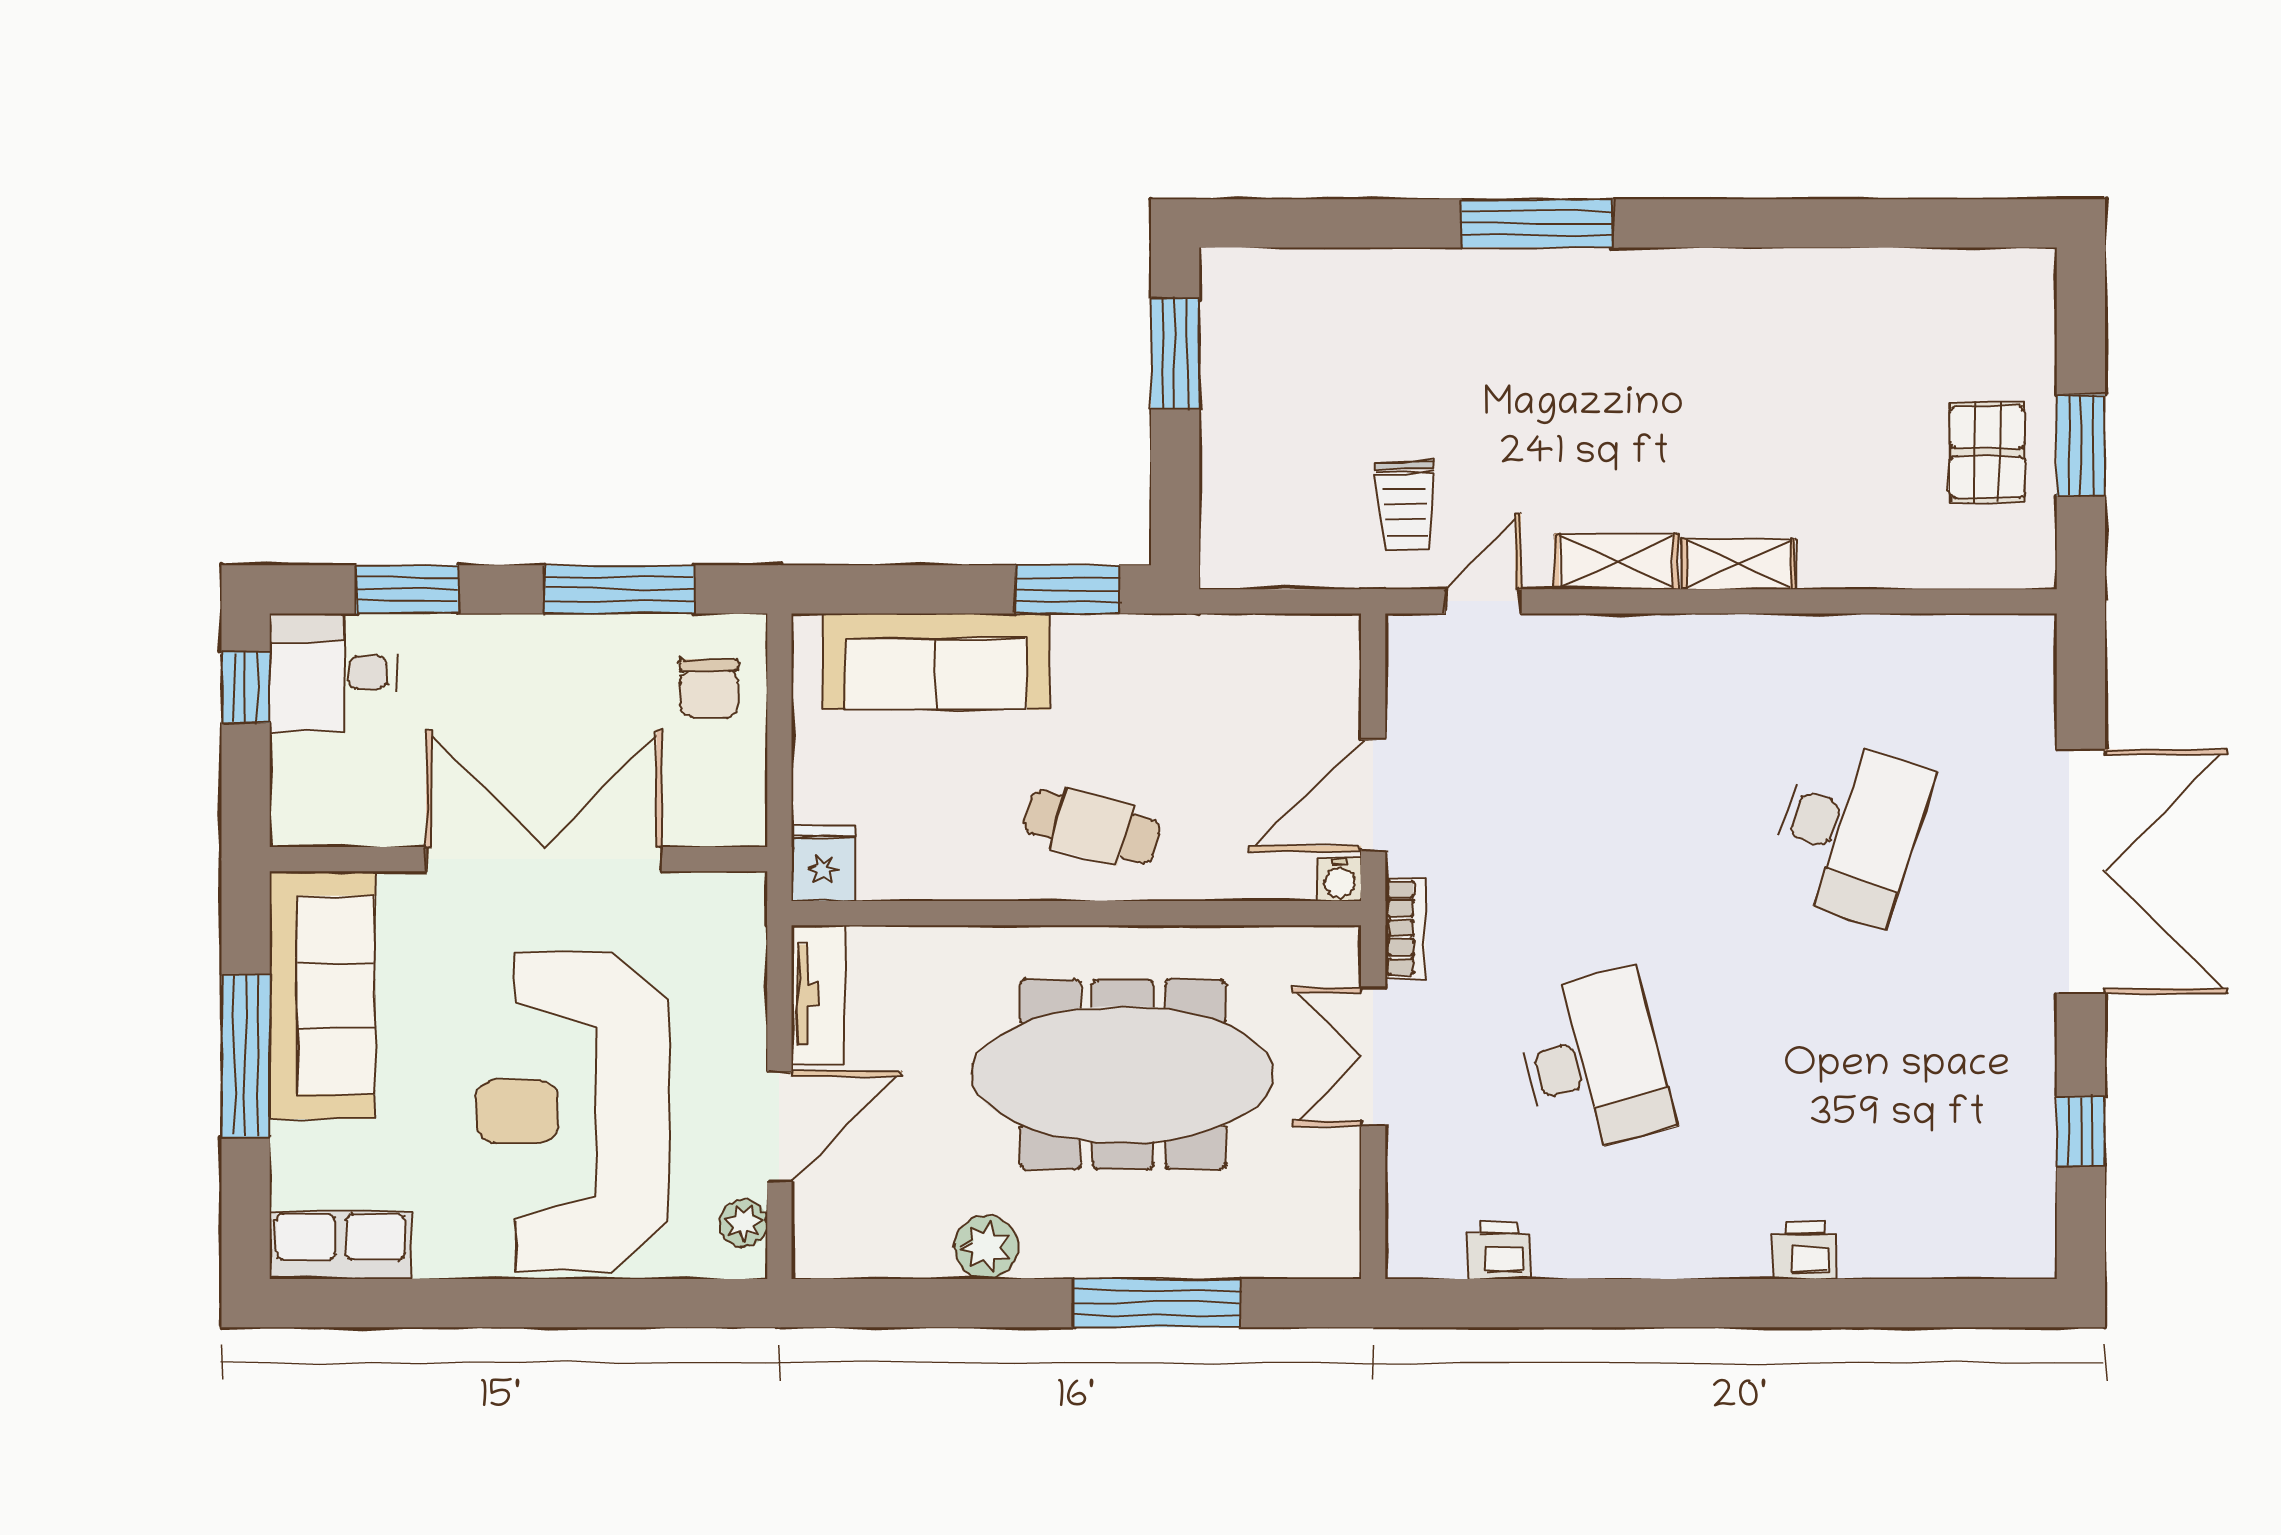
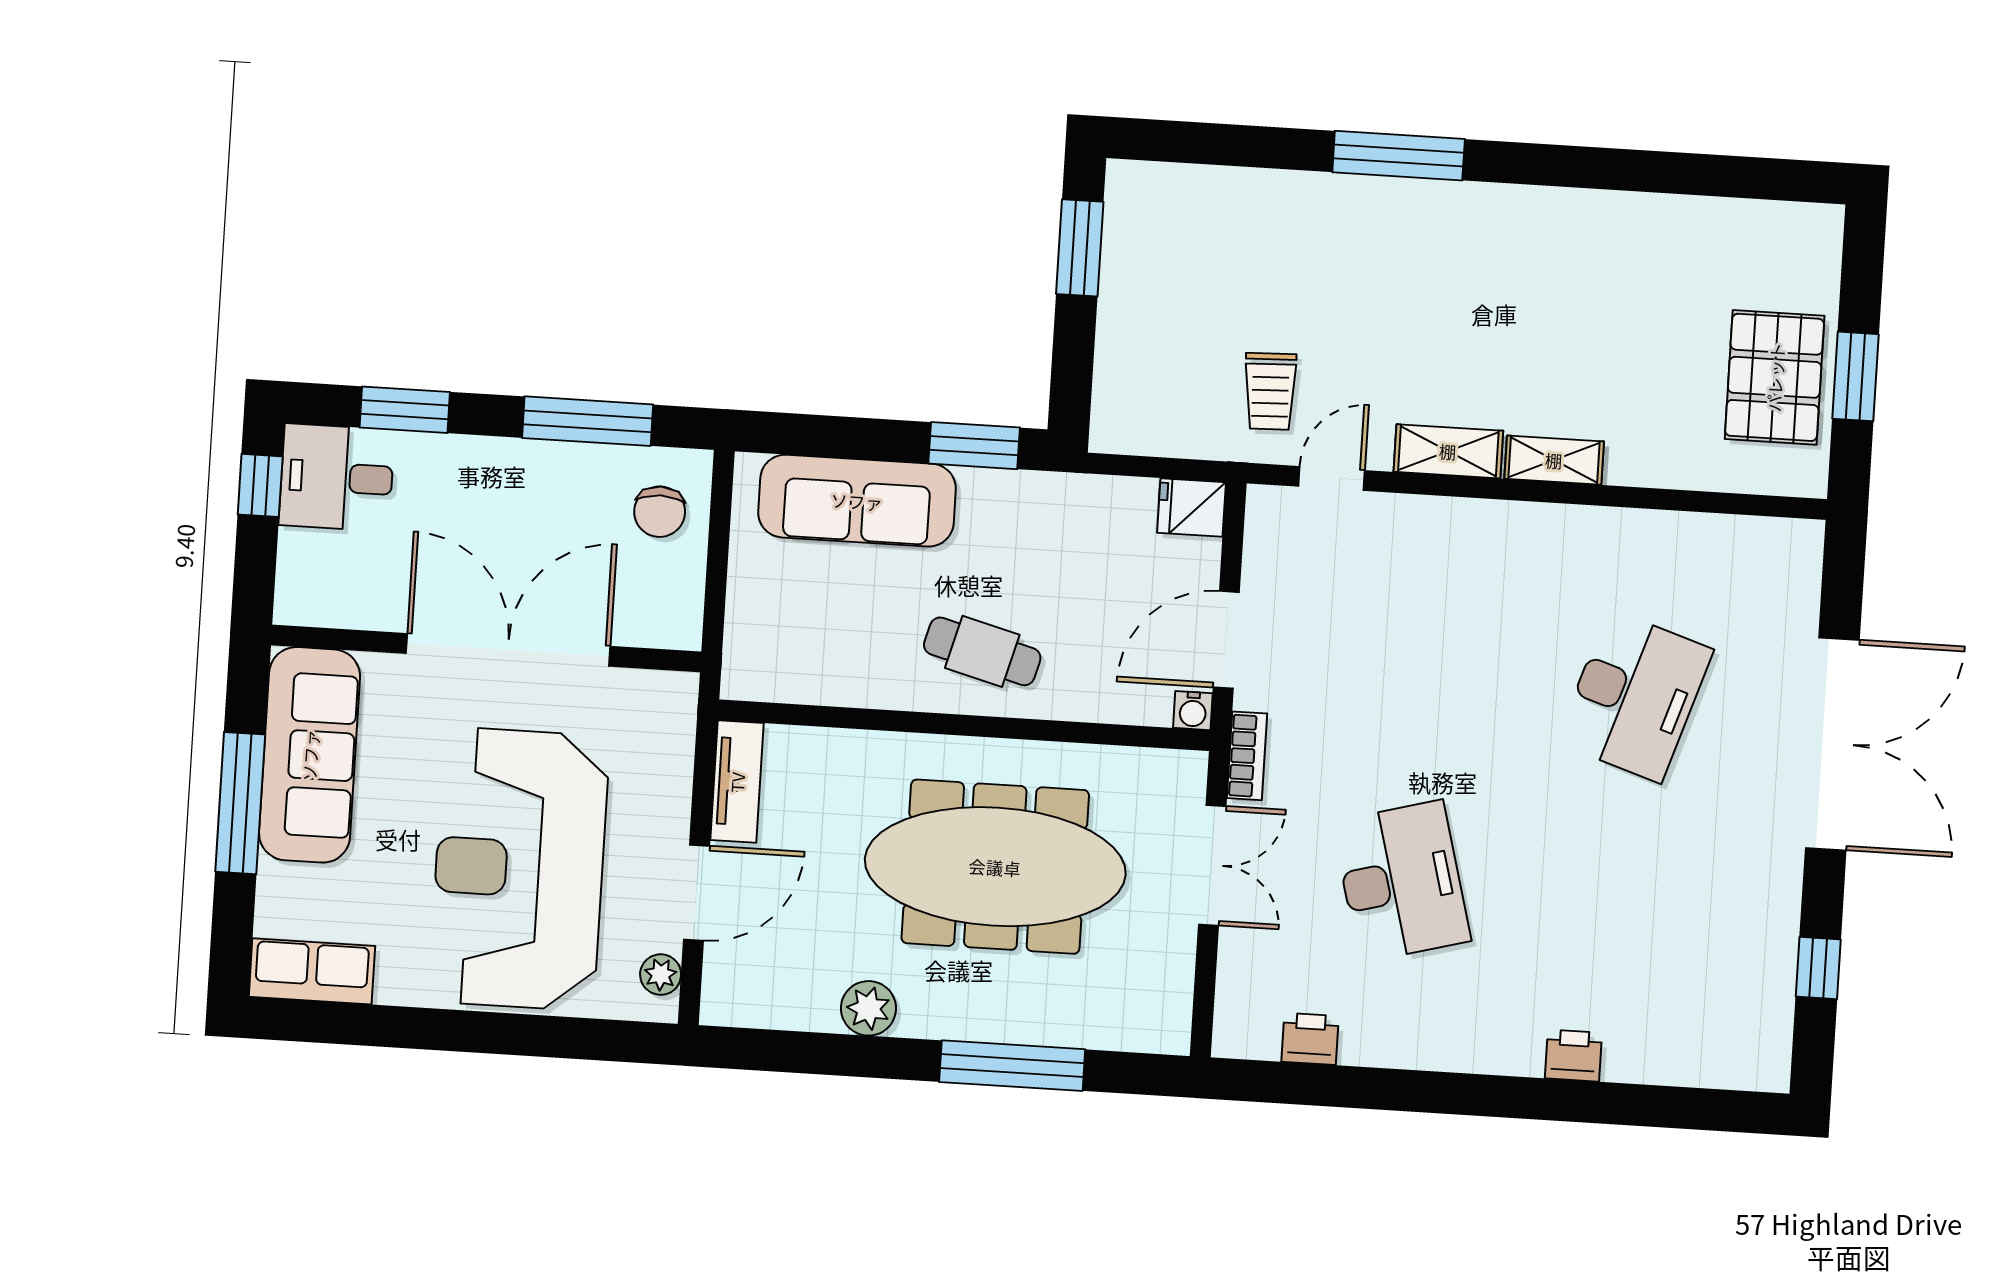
pallet: (1988, 452) -> (1775, 377), width x1.50, depth x1.42
fridge: (823, 863) -> (1192, 507), moved, turned -90
double door: (1373, 1057) -> (1212, 865), swing flipped

